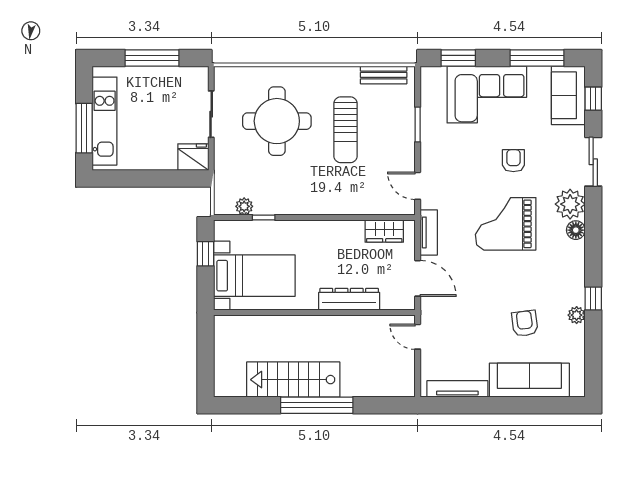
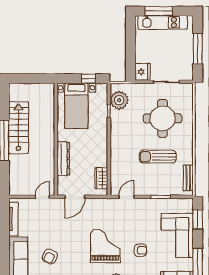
plant: (244, 206) -> (119, 100), width x1.87, depth x1.87
tv unit: (429, 232) -> (101, 203), removed
armchair: (525, 323) -> (50, 257), turned 123

